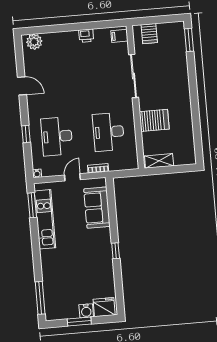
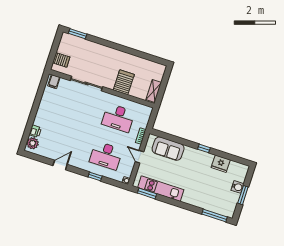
printer: (86, 36) -> (35, 131), moved
fridge: (104, 307) -> (221, 164), moved, turned -90

